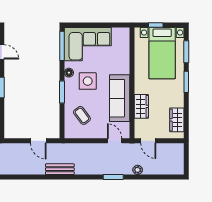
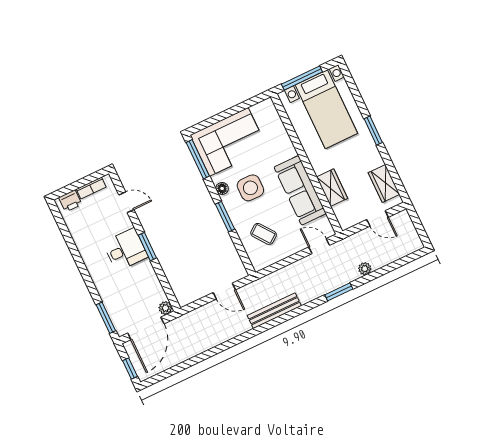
window: (156, 25) -> (302, 78), width x2.17
window: (186, 52) -> (356, 93), removed
door: (148, 141) -> (378, 218), moved
bench: (60, 169) -> (274, 311), width x1.36

